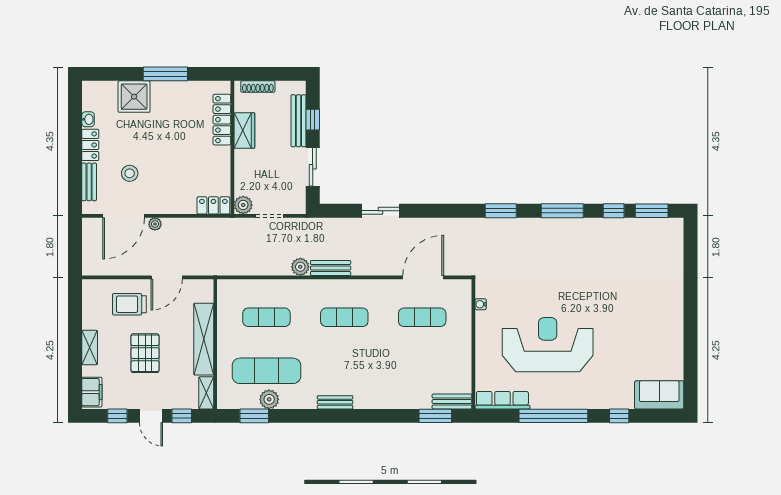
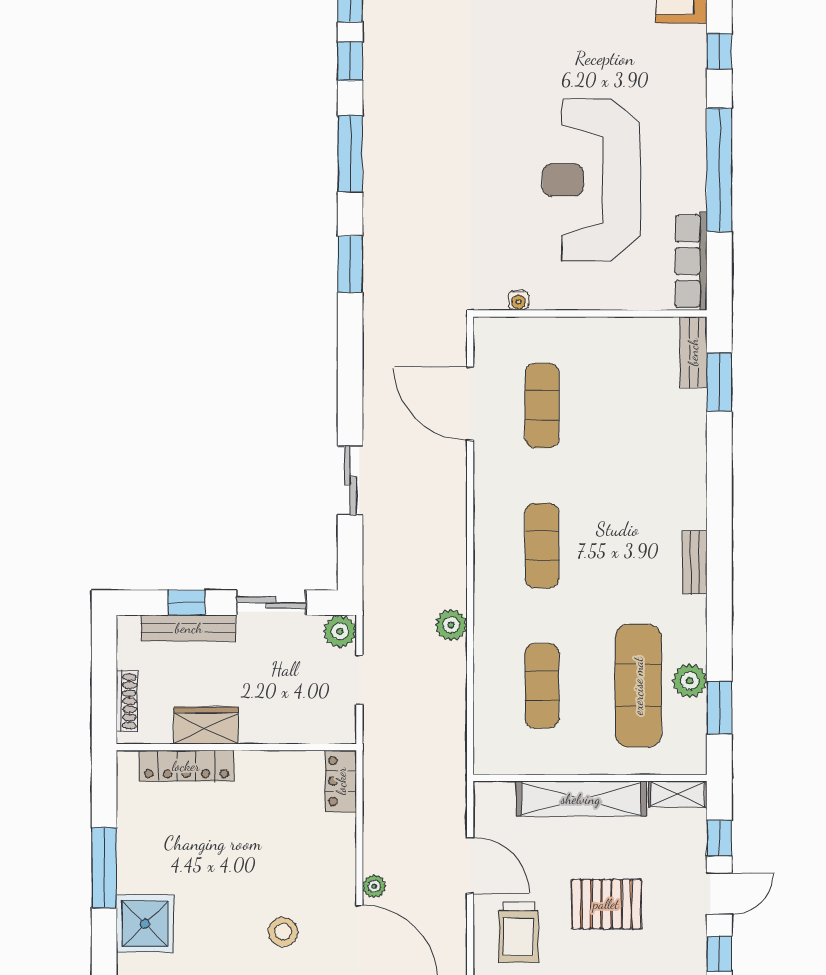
plant: (243, 205) -> (340, 631), moved
bench: (331, 268) -> (453, 570), removed

